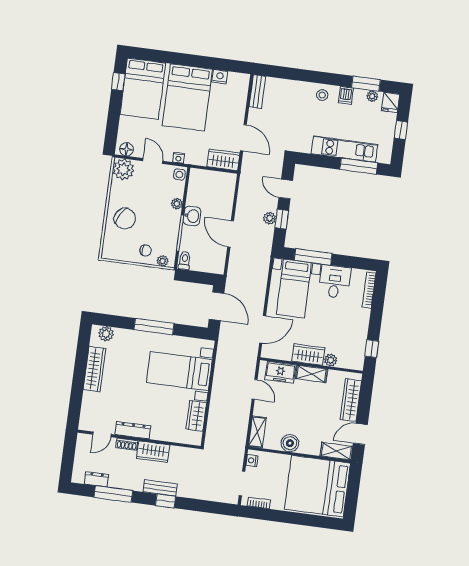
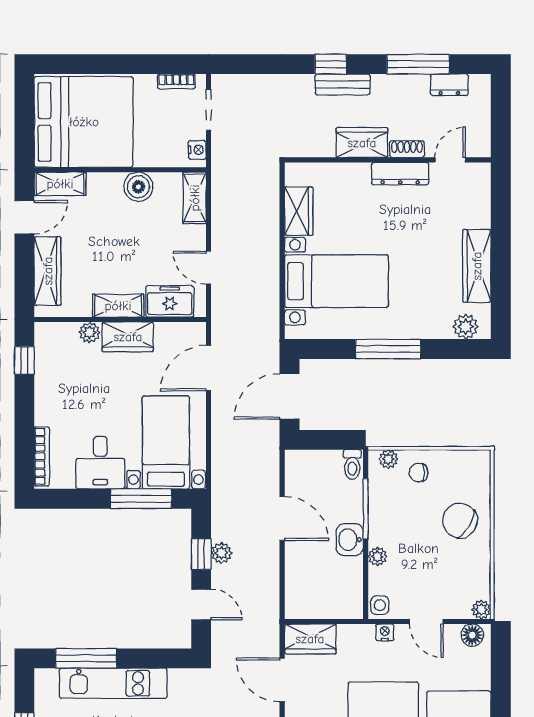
plant: (123, 169) -> (481, 610), width x0.53, depth x0.53
door: (216, 306) -> (290, 396), hinge flipped

